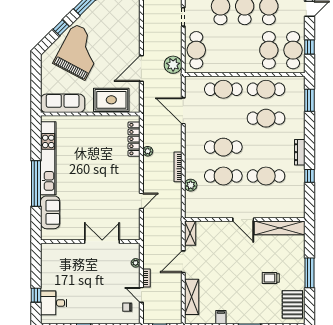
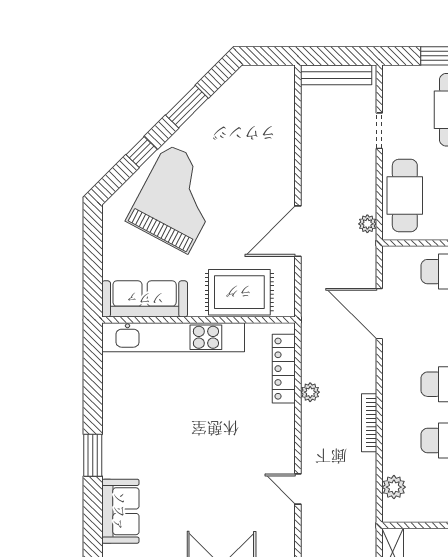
plant: (173, 65) -> (367, 224), width x0.53, depth x0.53
kitchen unit: (48, 158) -> (173, 337), moved, turned 90
window: (36, 184) -> (93, 455), width x0.47
plant: (191, 185) -> (394, 487), moved
door: (141, 201) -> (298, 489), swing flipped

